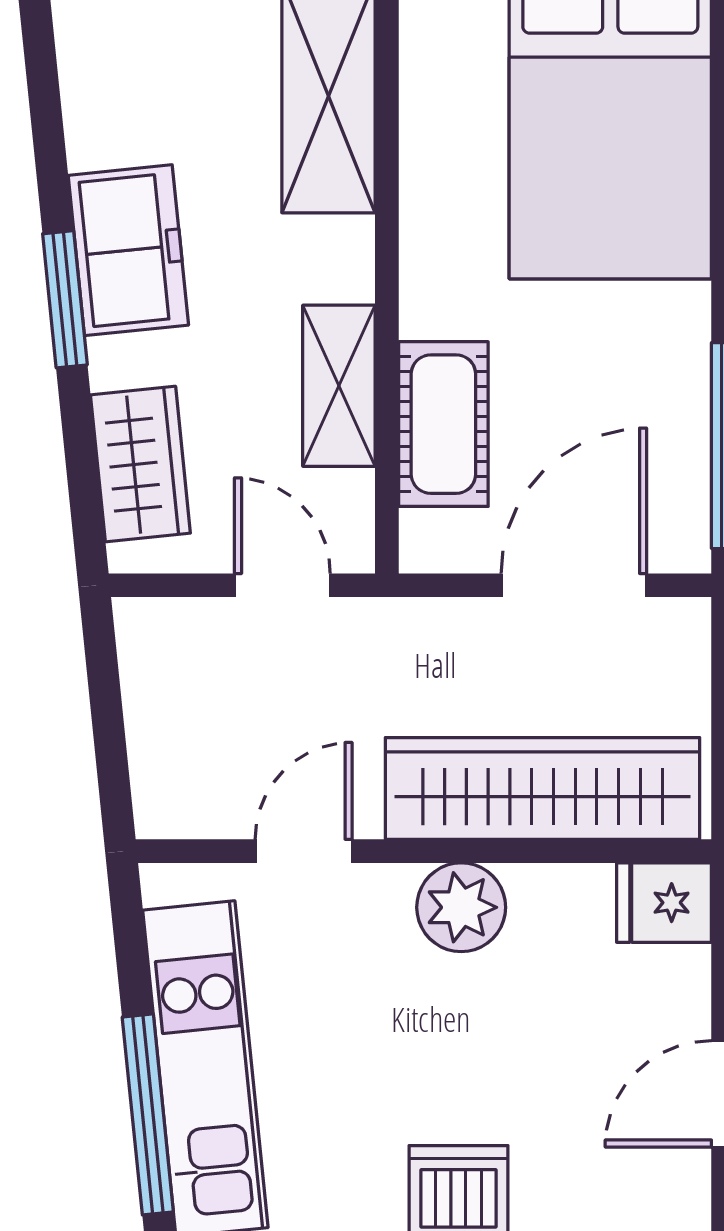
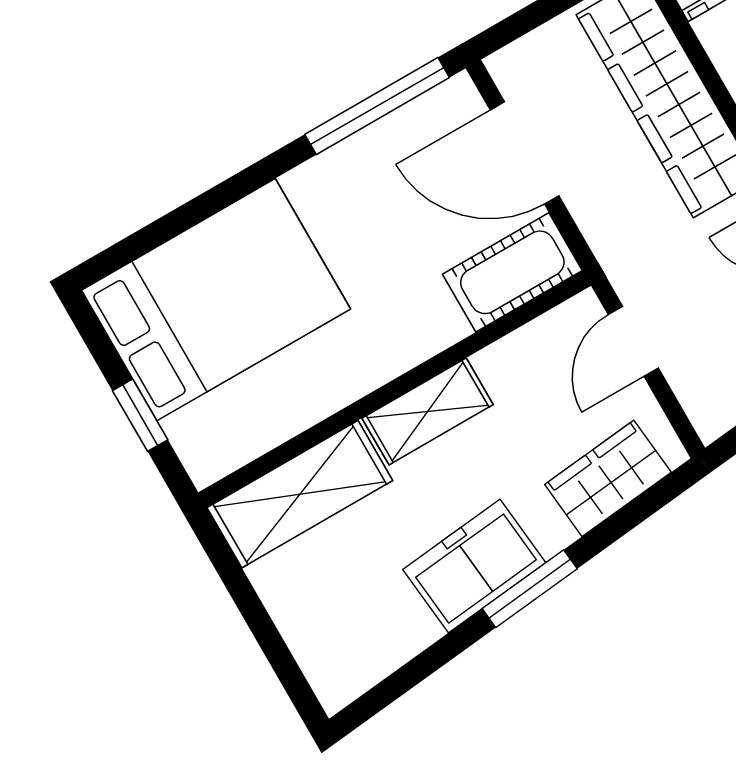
shelving: (339, 386) -> (428, 411), moved
cot: (443, 424) -> (512, 272), moved

